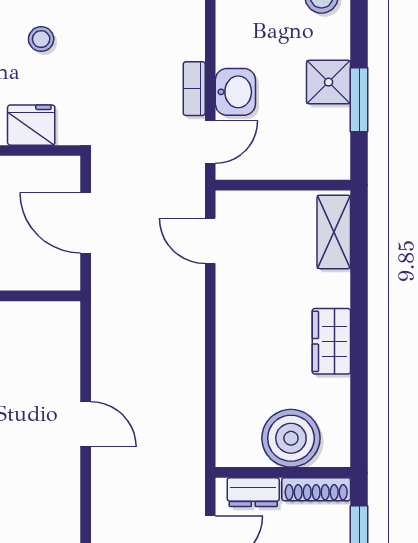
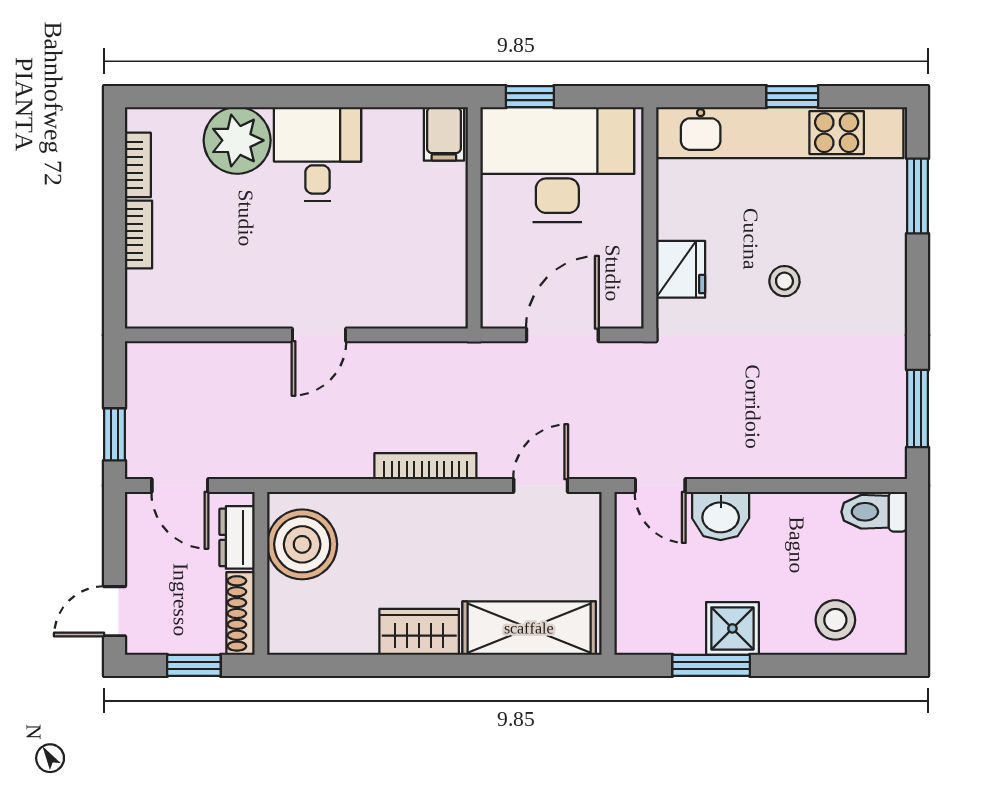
bookcase: (194, 89) -> (425, 466), moved, width x1.56
shelving: (334, 232) -> (529, 628), width x1.50, depth x1.33
boiler: (291, 438) -> (302, 544), moved

